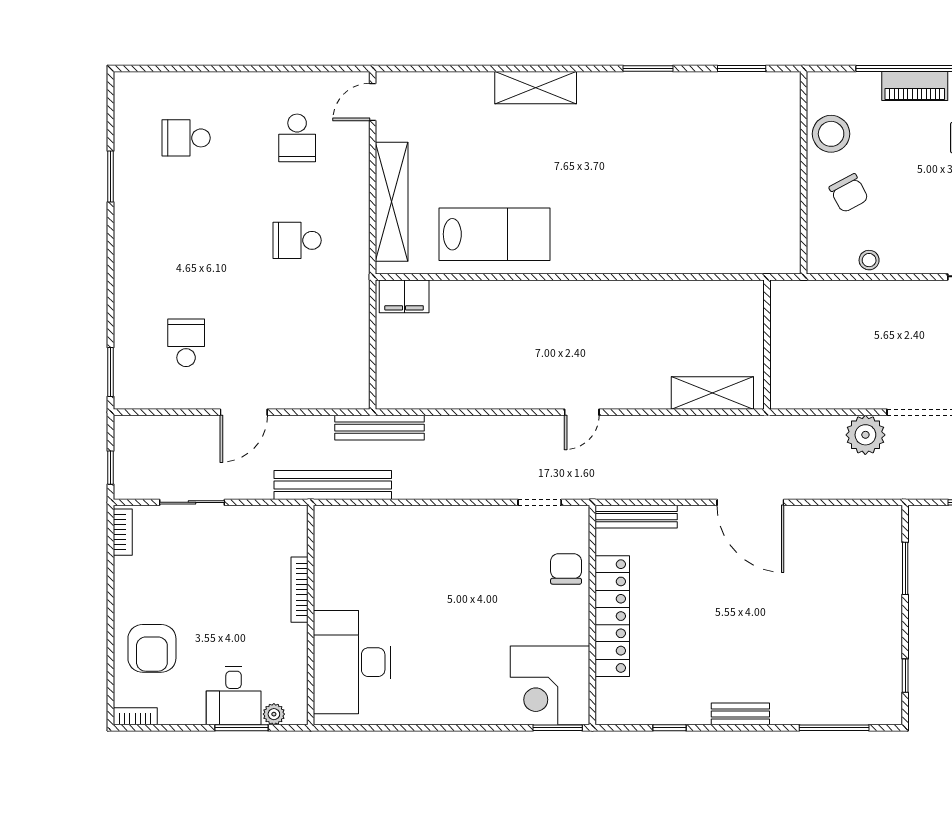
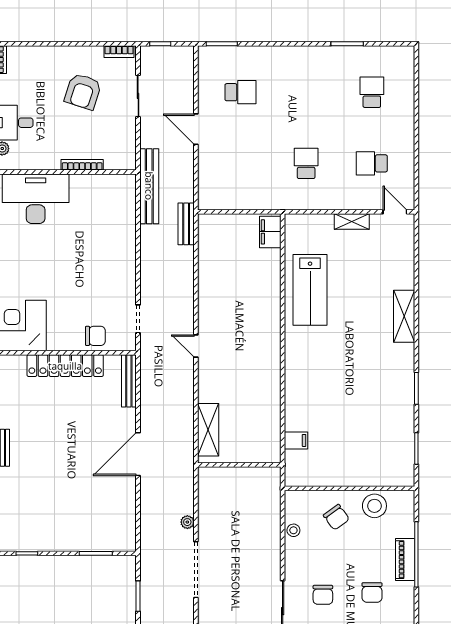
chair: (849, 193) -> (336, 517), turned -98
shelving: (392, 202) -> (352, 221), width x0.45, depth x0.75
filing cabinet: (729, 256) -> (296, 440), added
bench: (379, 428) -> (186, 224), width x0.73
plant: (865, 435) -> (187, 522), width x0.53, depth x0.53
armchair: (152, 648) -> (83, 91), moved, turned -72

